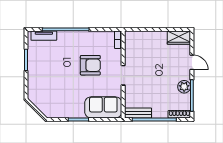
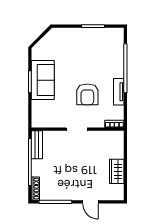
tv unit: (44, 36) -> (119, 92), moved
wardrobe: (179, 38) -> (117, 171), moved
door: (192, 62) -> (90, 202), hinge flipped
plant: (184, 87) -> (65, 194), removed
sofa: (103, 107) -> (43, 80), moved

